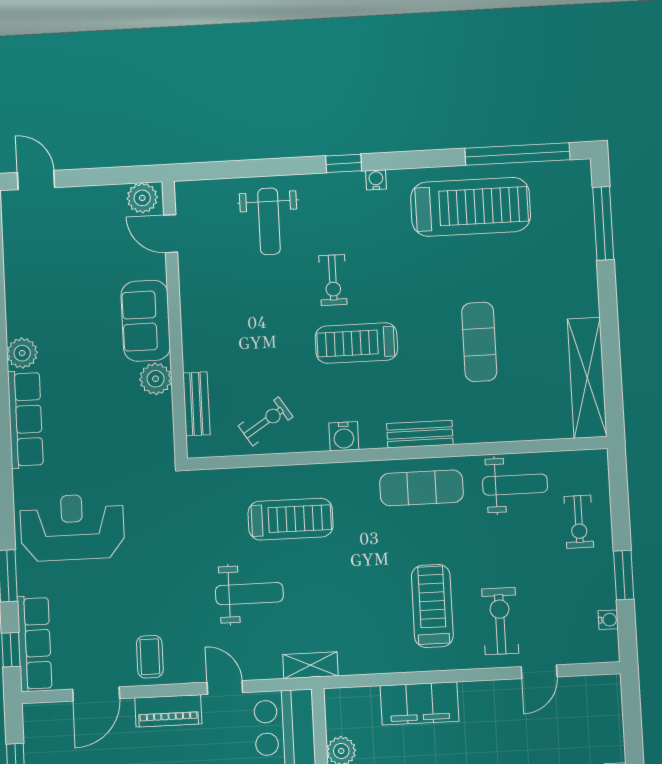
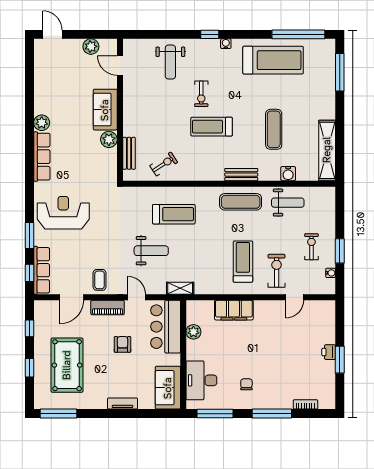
plant: (142, 198) -> (91, 46), moved
water cooler: (344, 436) -> (288, 174), moved
exercise bike: (579, 522) -> (311, 247), moved, turned 180

